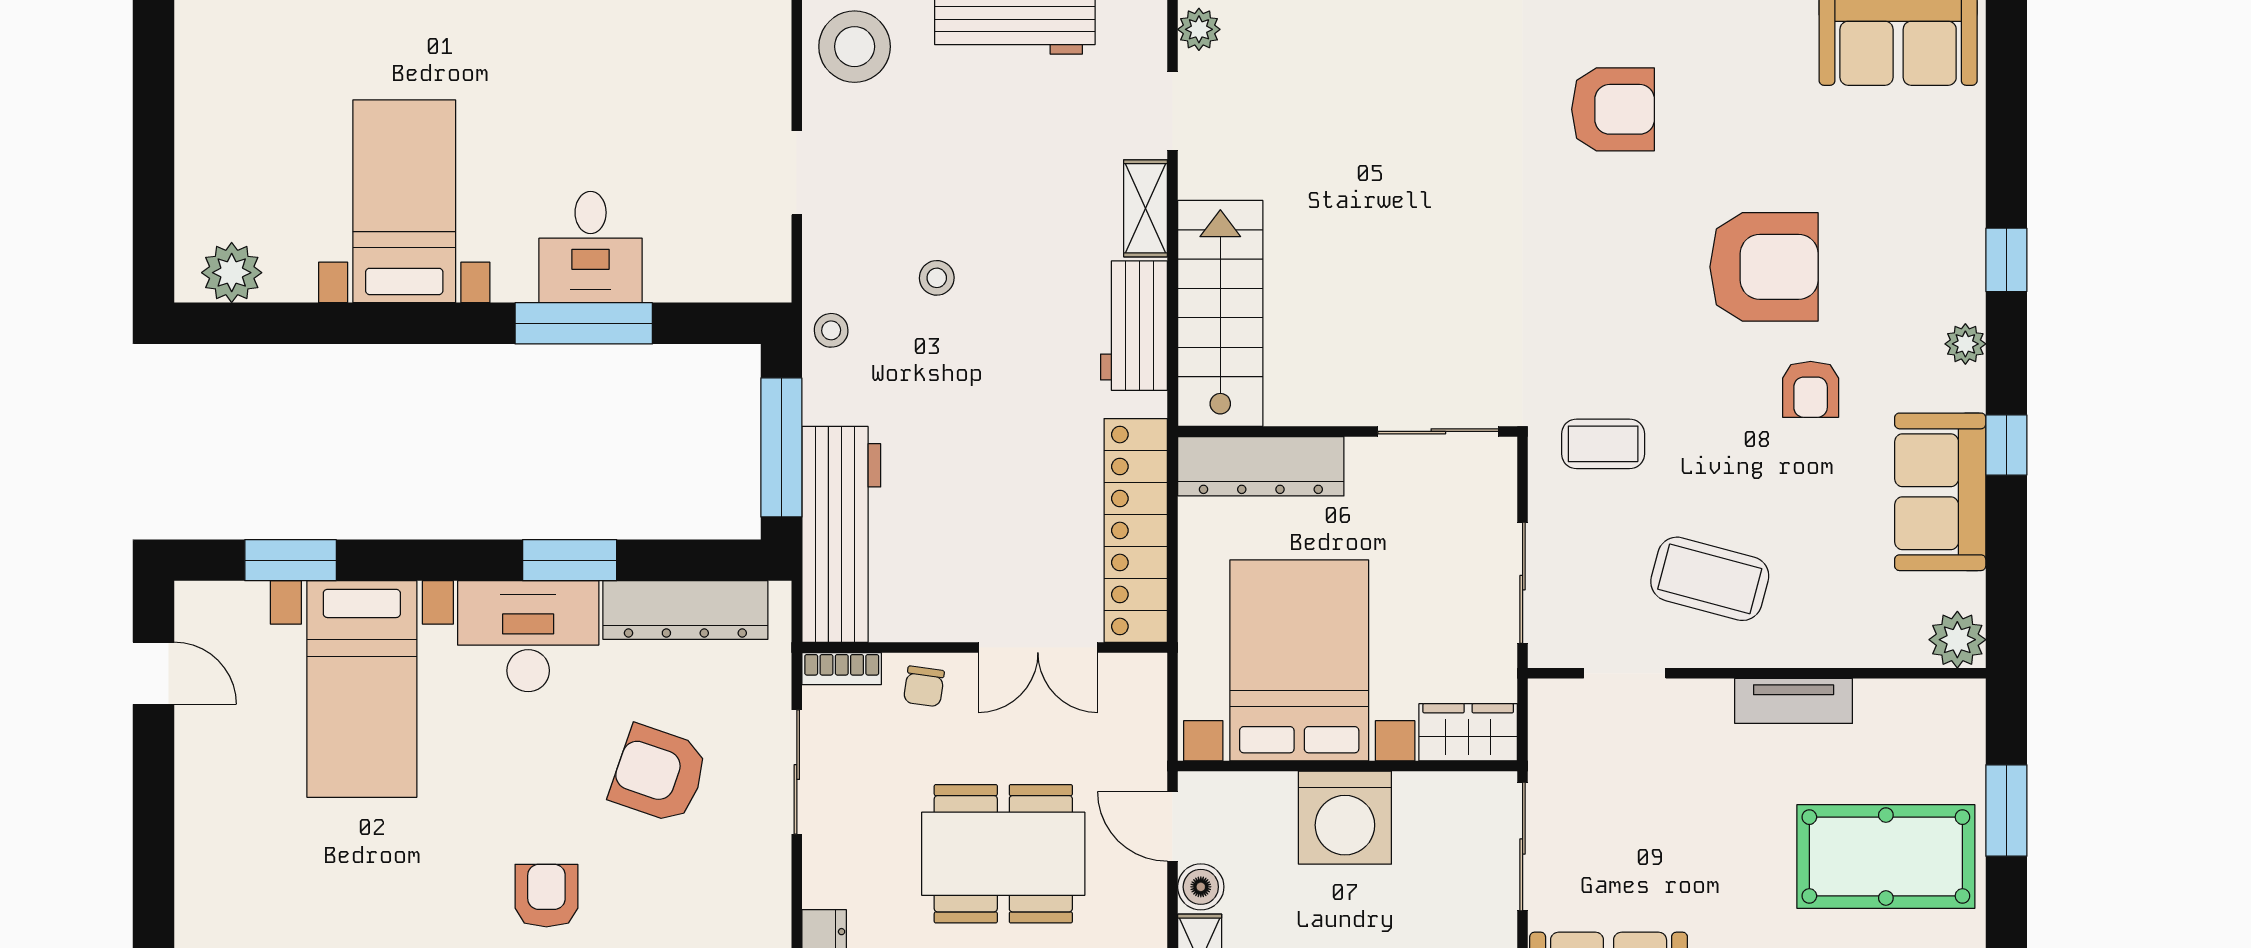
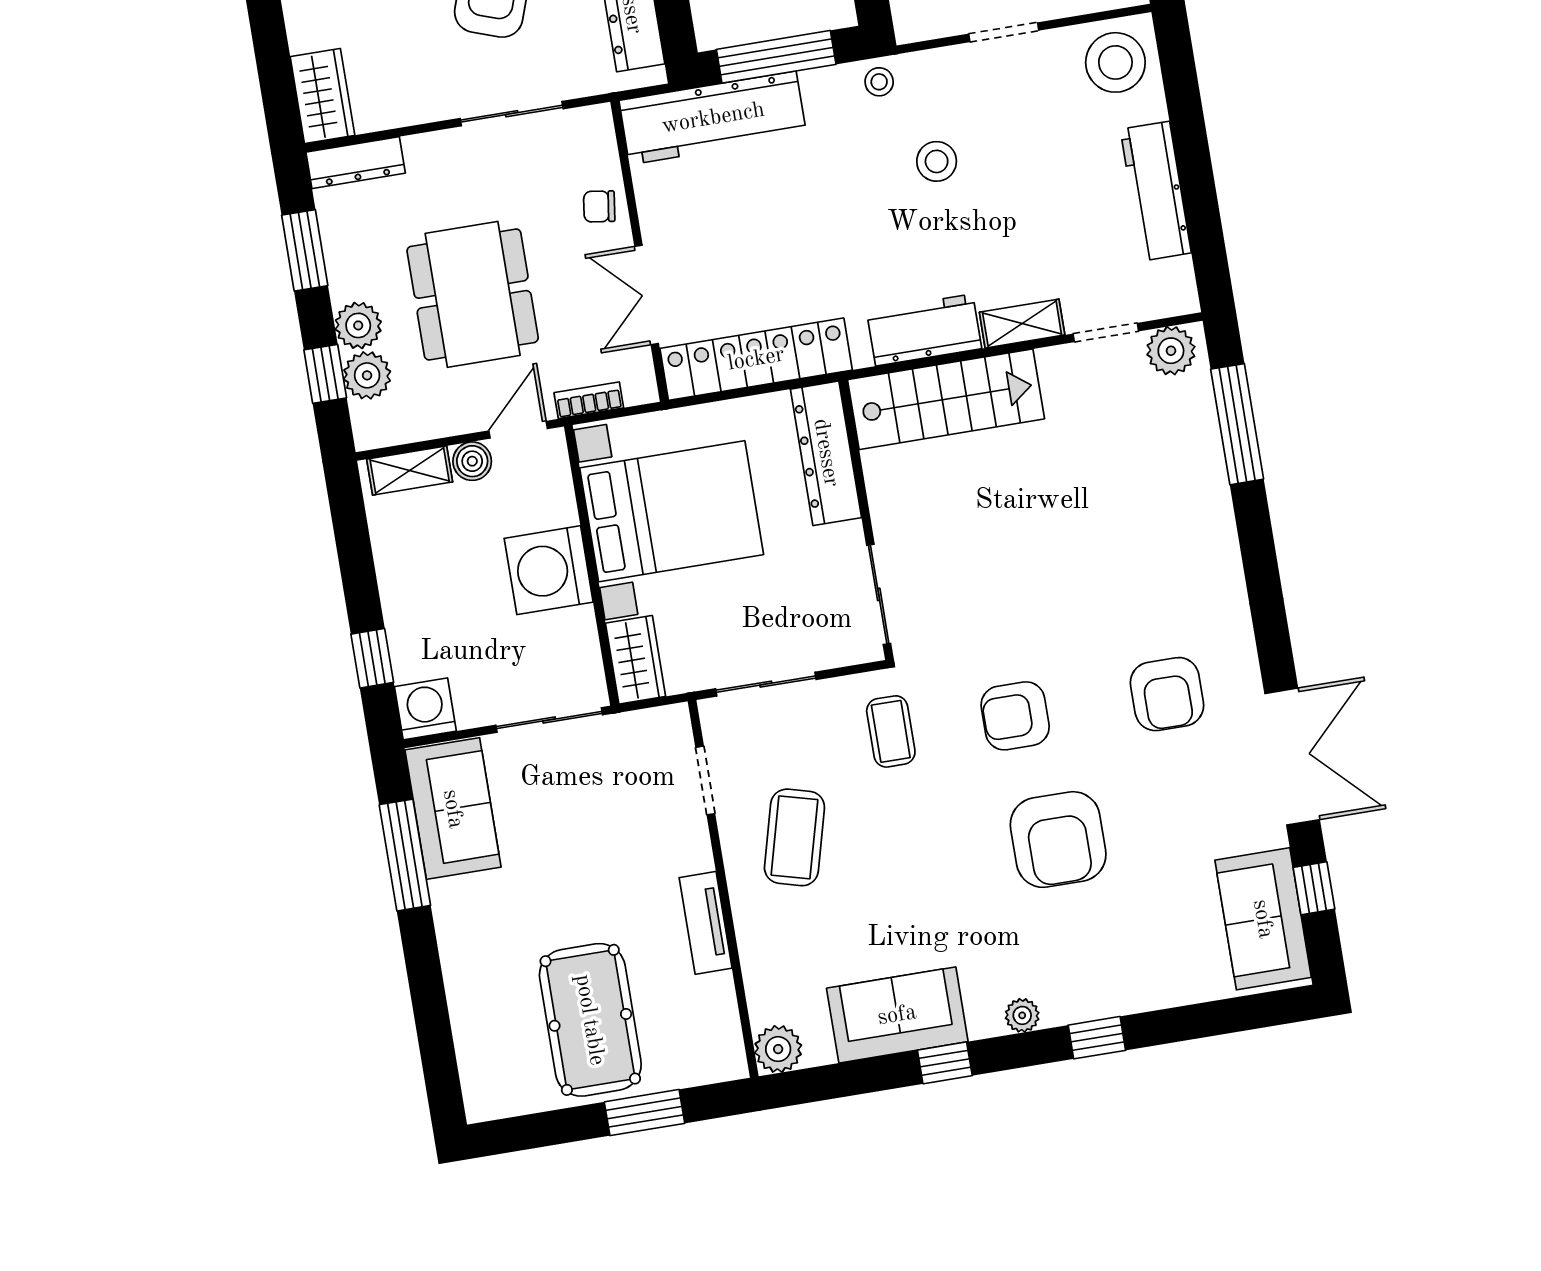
plant: (1199, 29) -> (1171, 351), width x1.38, depth x1.38
stool: (937, 278) -> (937, 161), width x1.37, depth x1.37
armchair: (1811, 389) -> (1015, 716), moved, width x1.38, depth x1.38
bookcase: (842, 669) -> (589, 400), moved, turned 90

